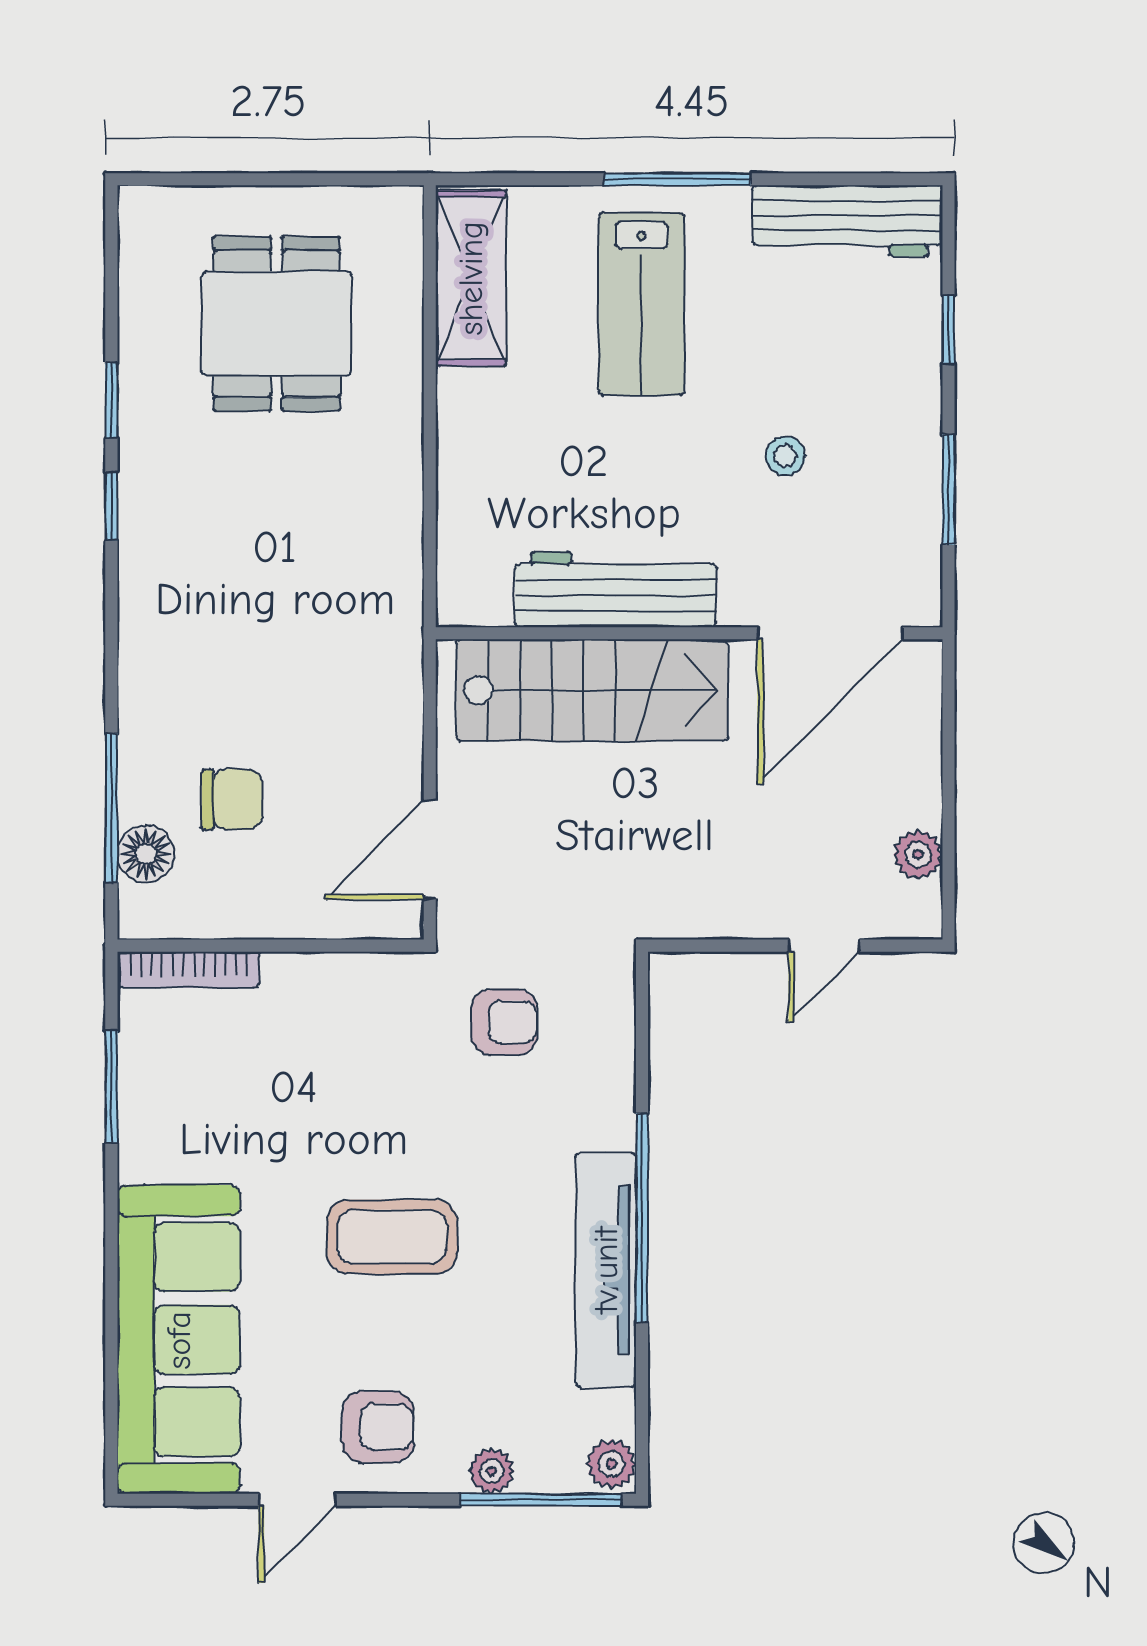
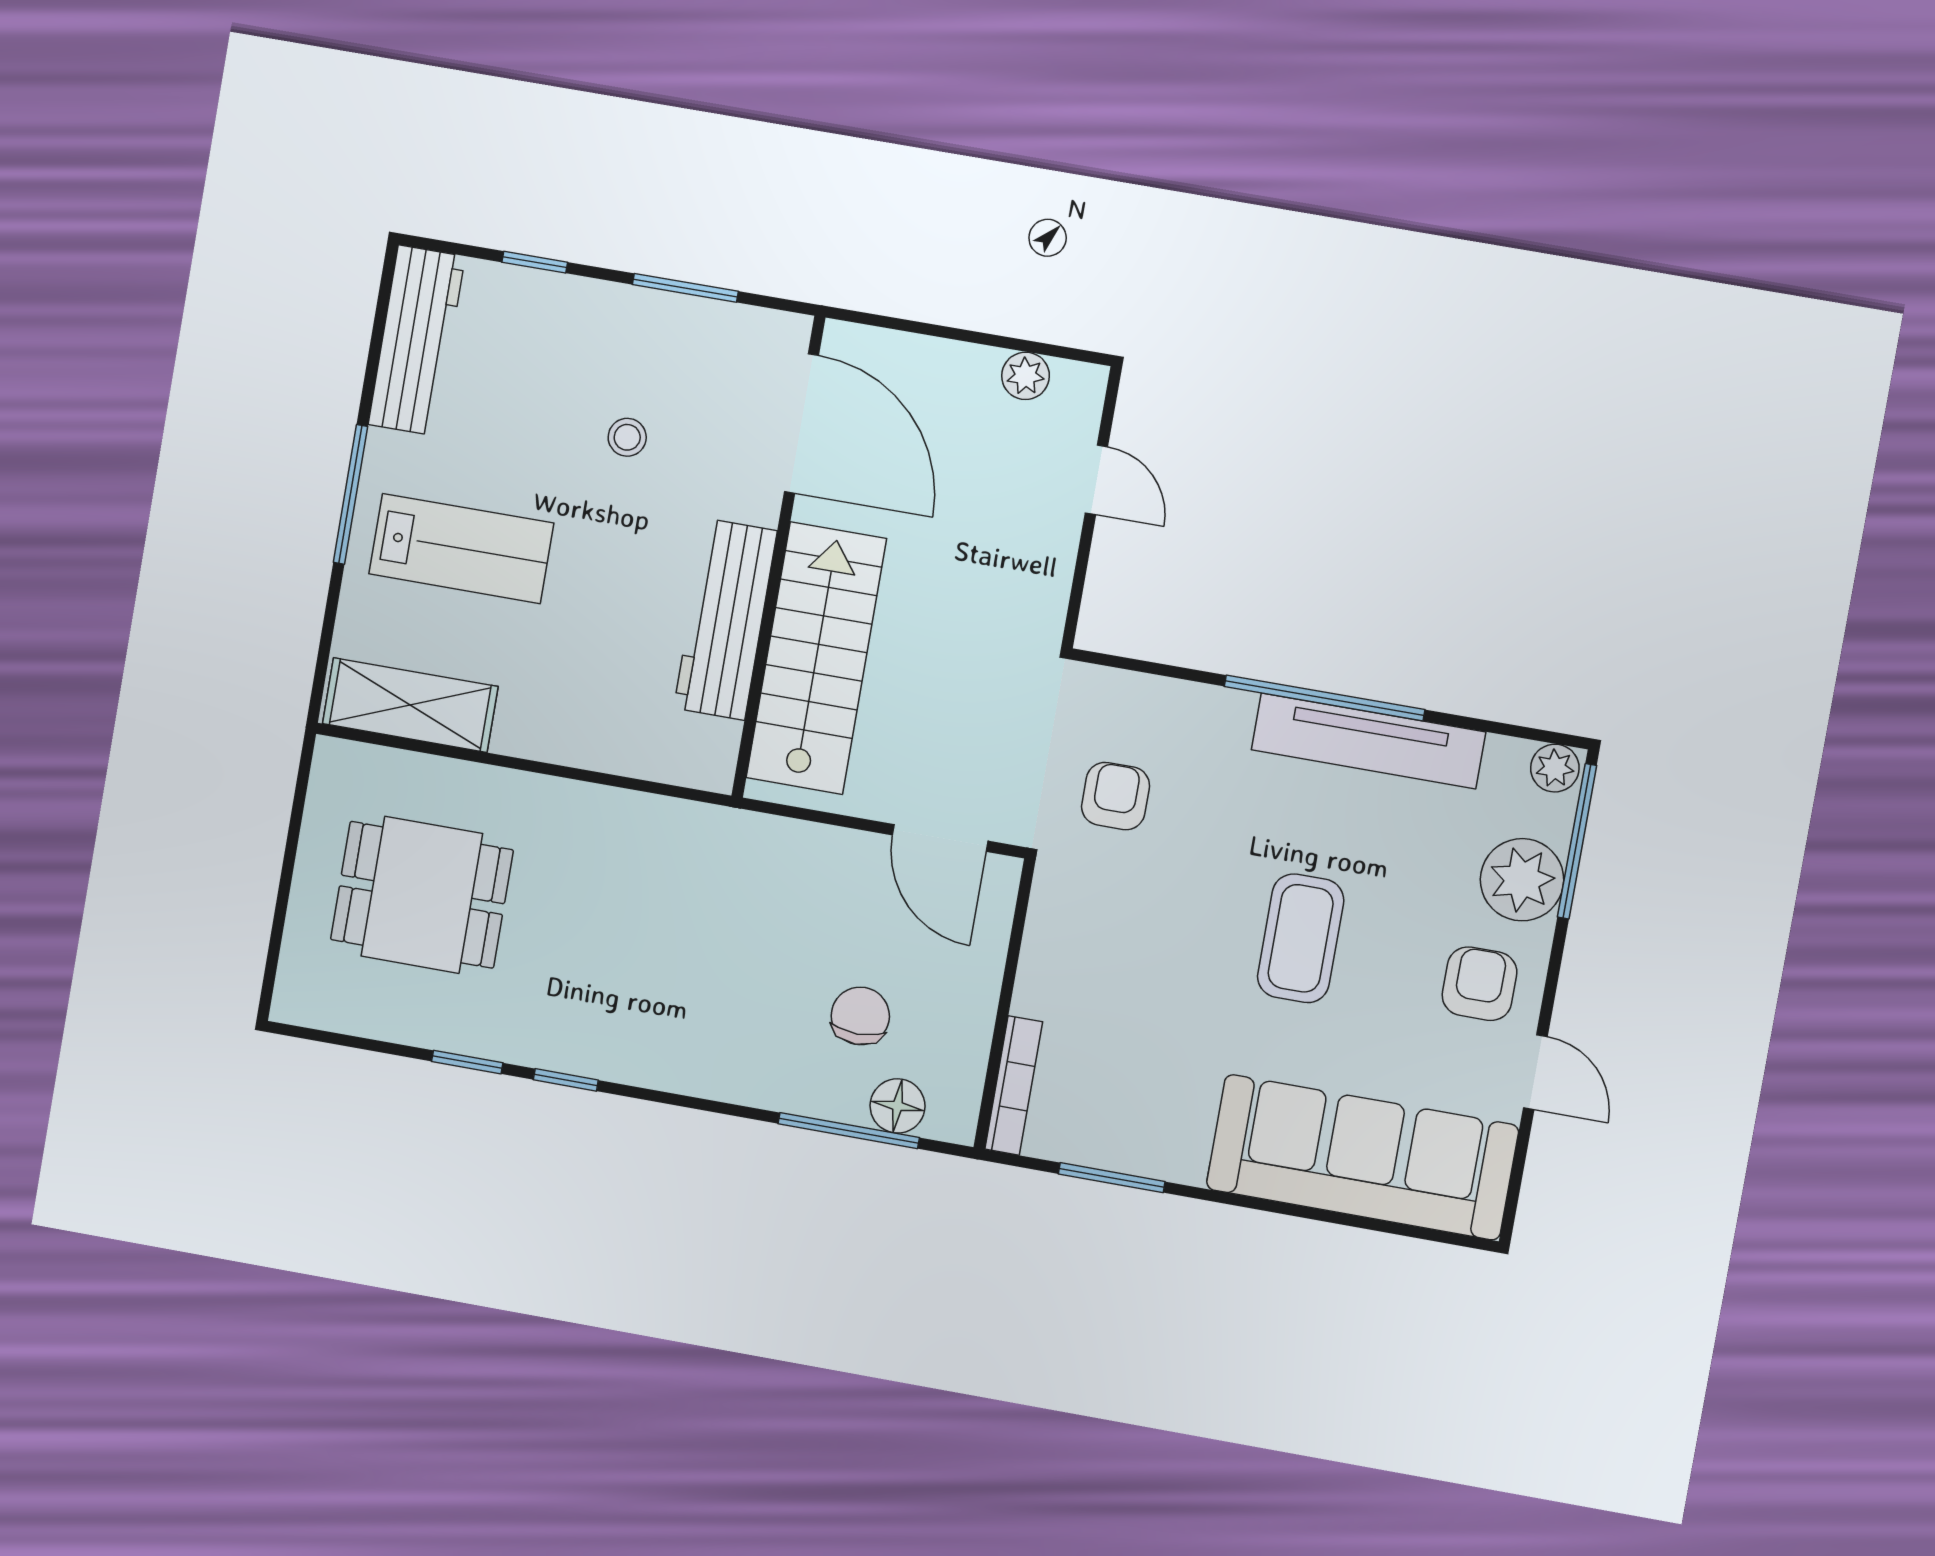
plant: (492, 1471) -> (1522, 880), width x1.88, depth x1.88

